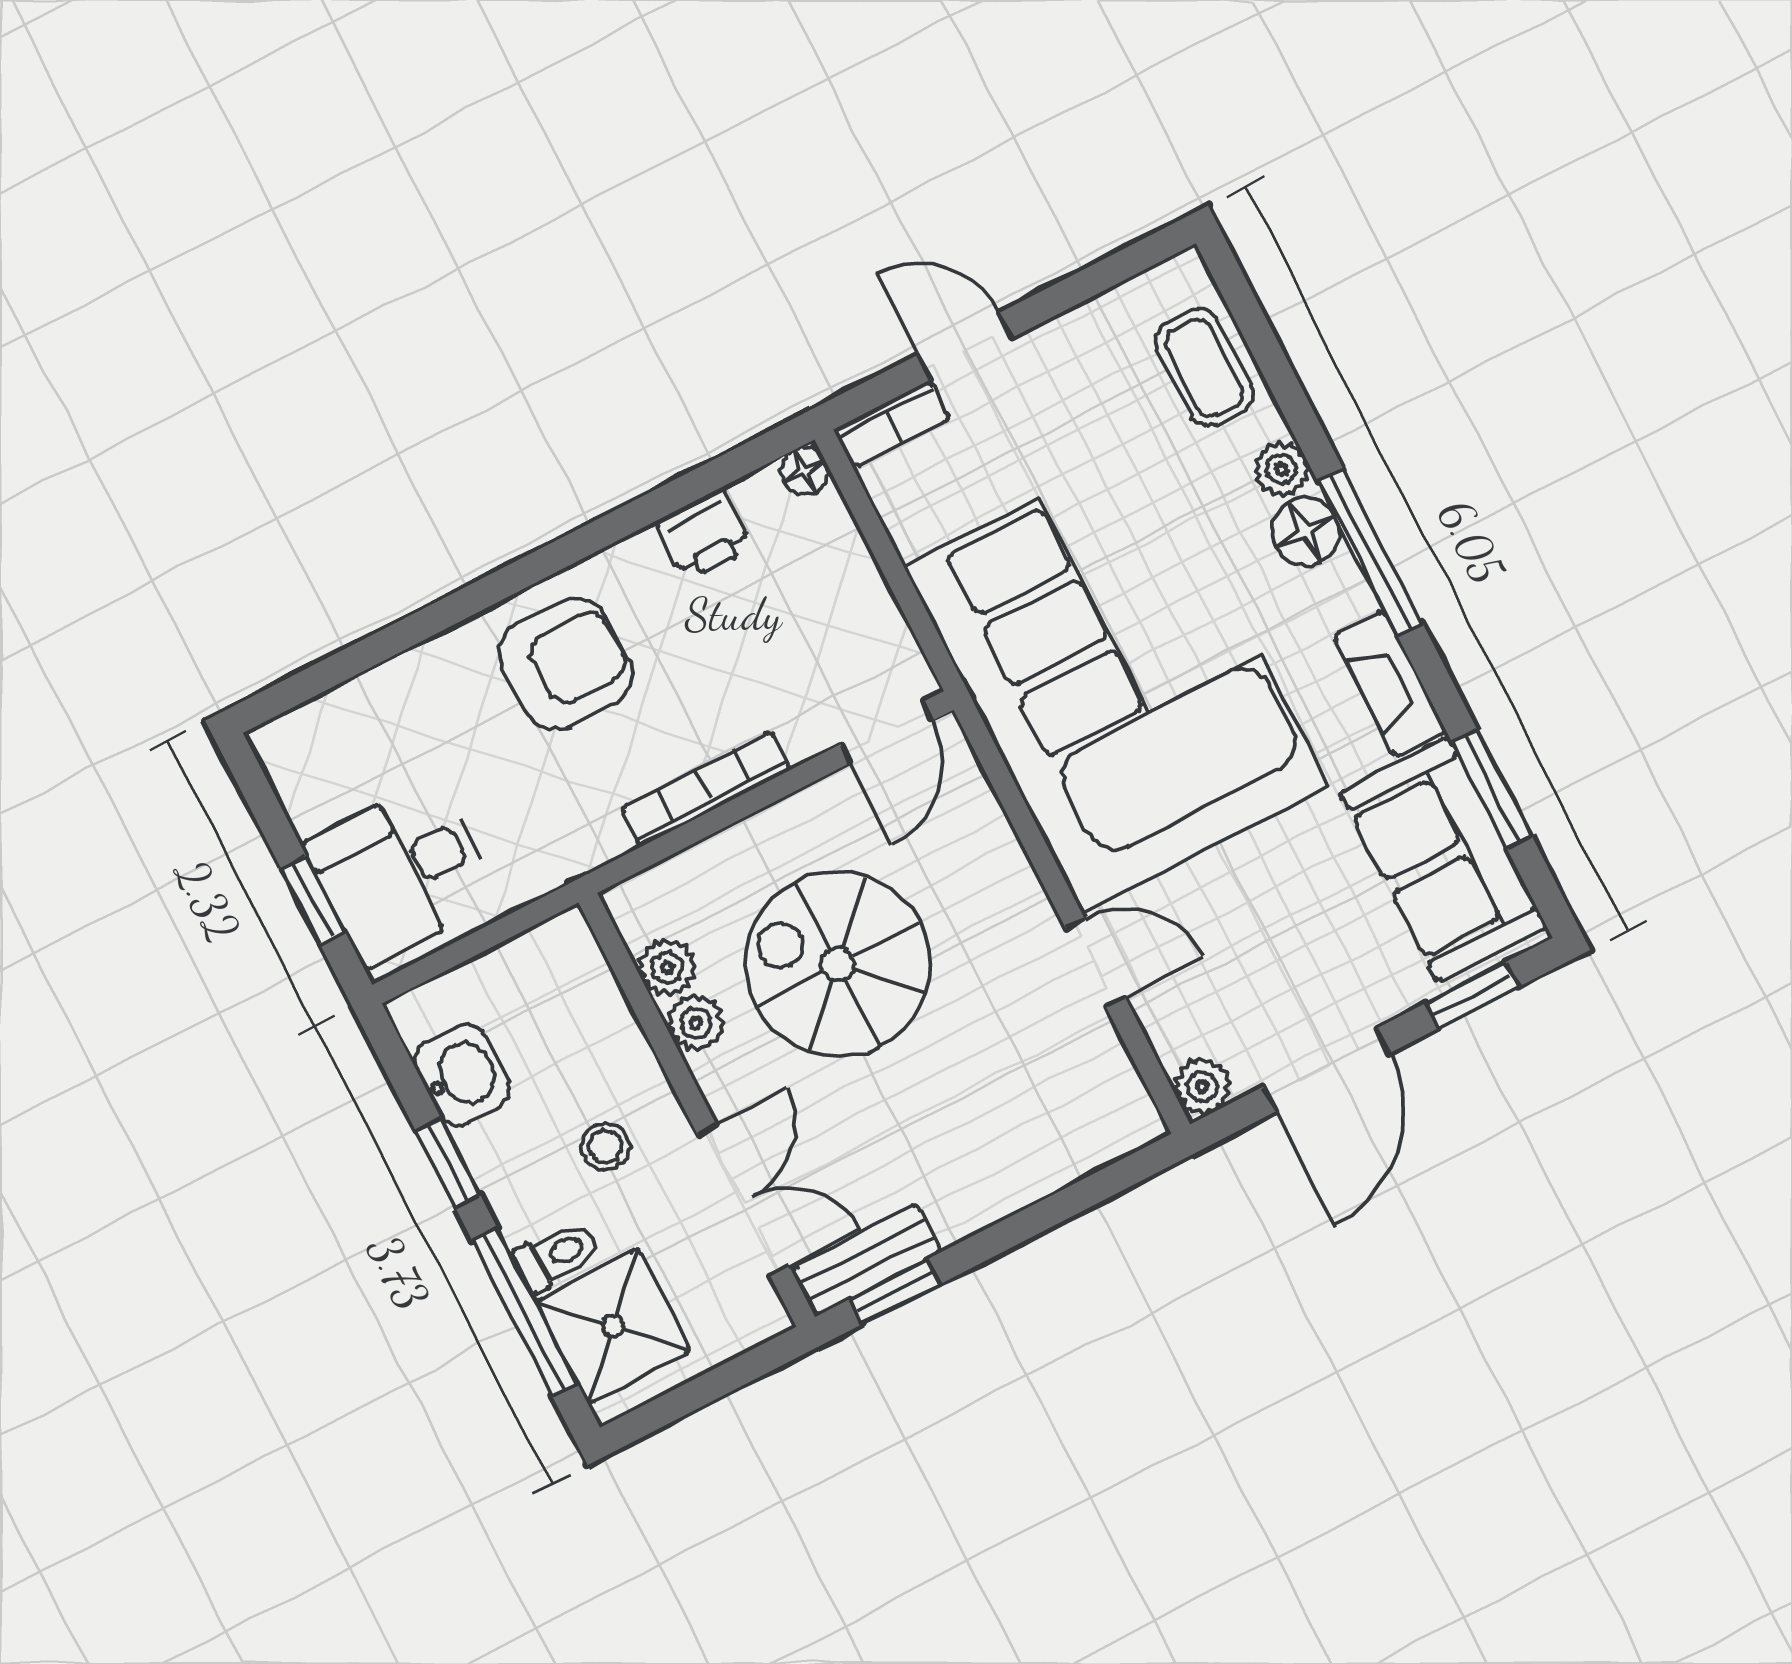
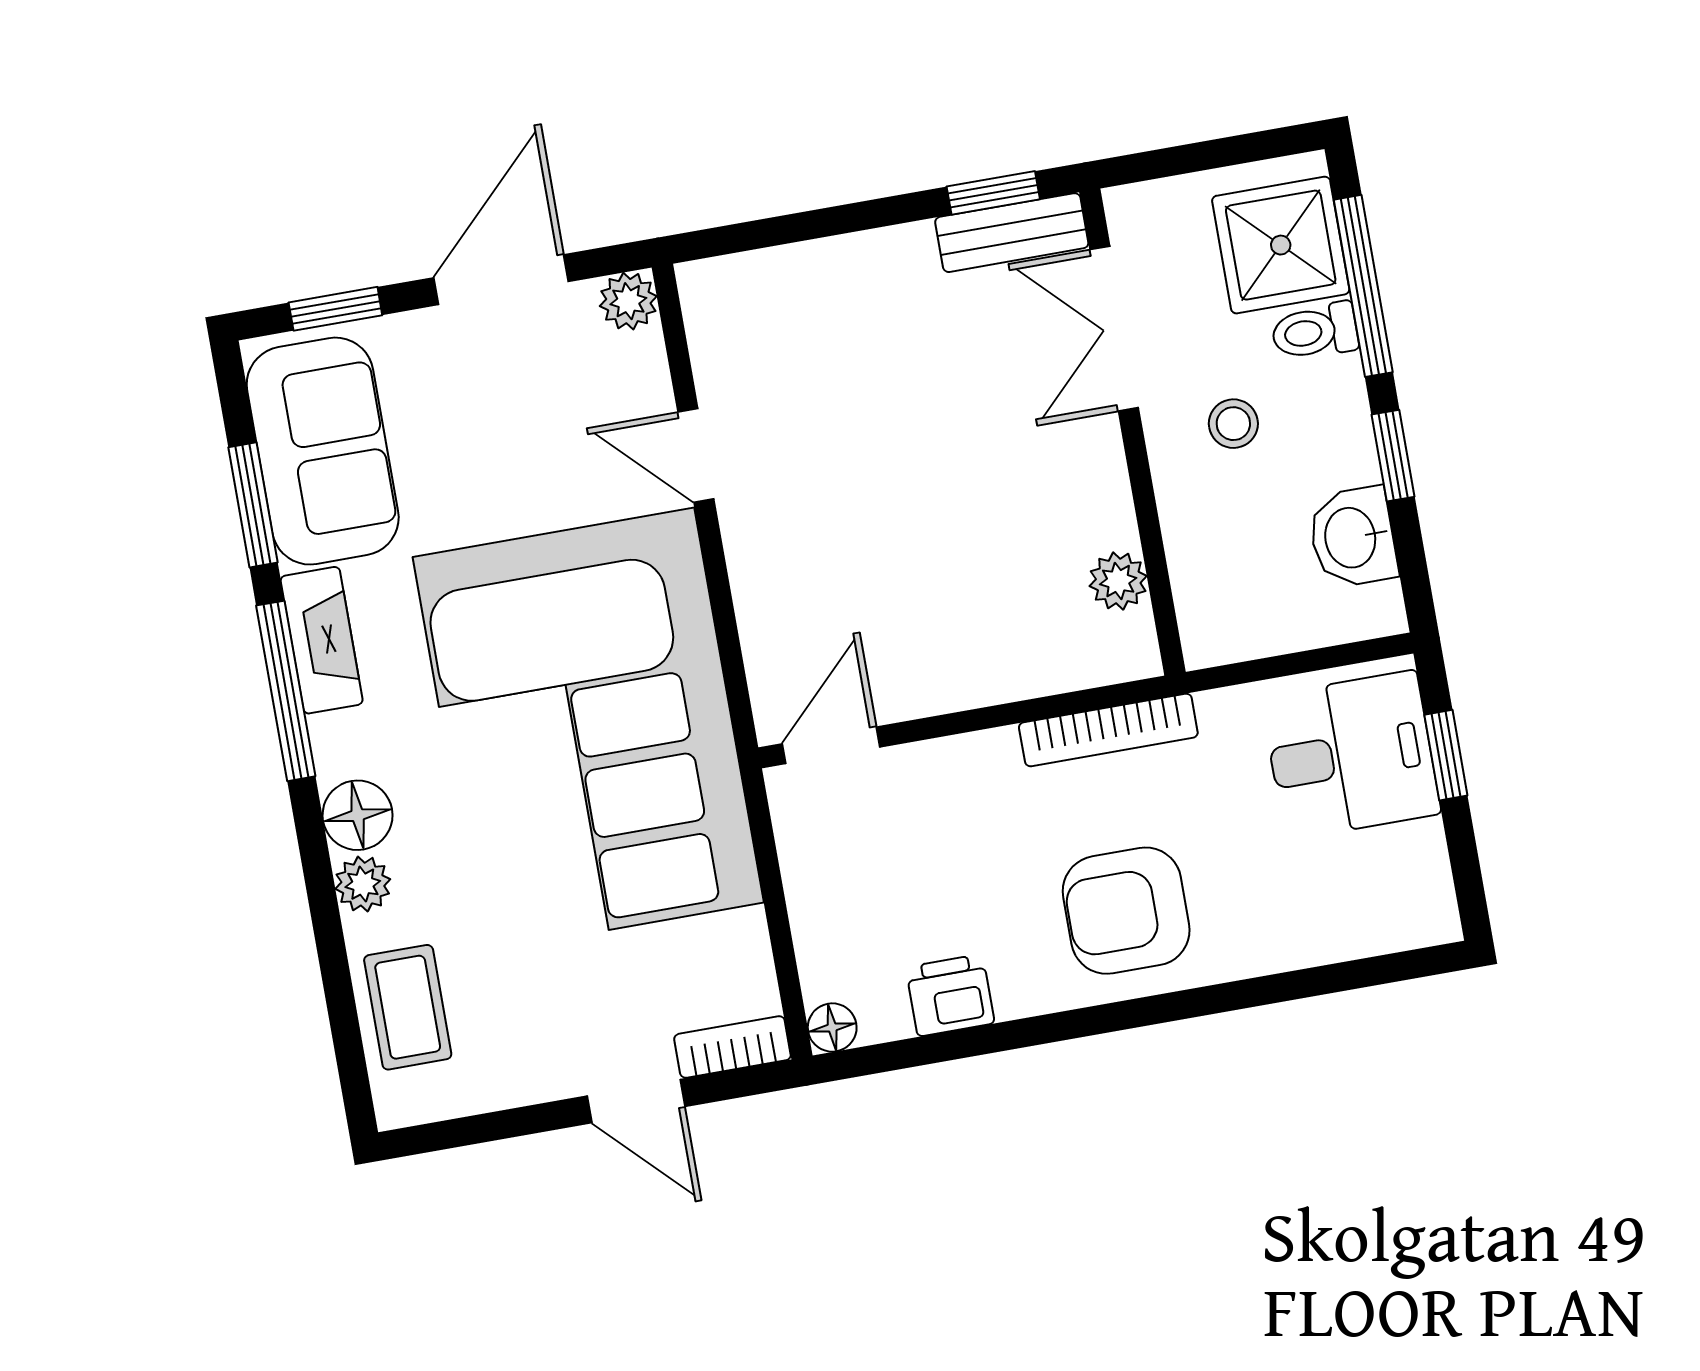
window: (1370, 553) -> (286, 691), moved
bookcase: (705, 789) -> (1108, 730), moved
spiral stairs: (838, 964) -> (950, 532), removed
plant: (696, 1023) -> (1107, 518), removed

